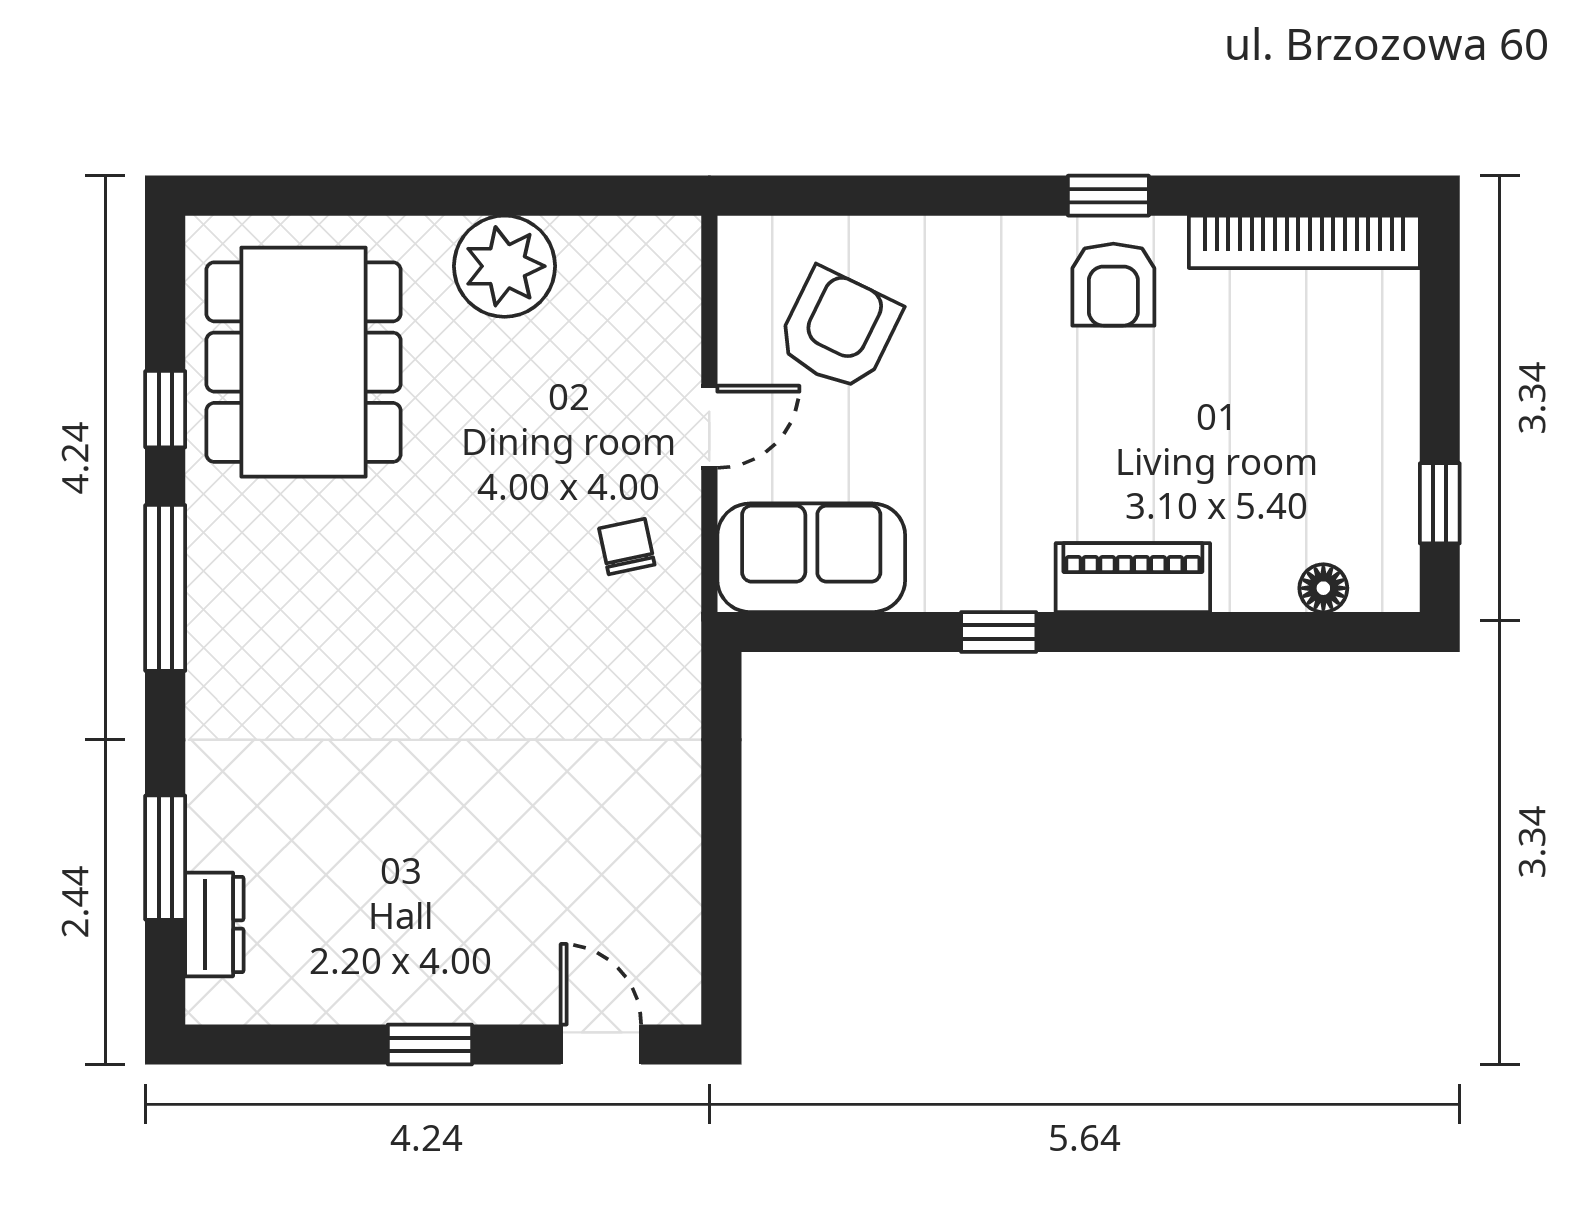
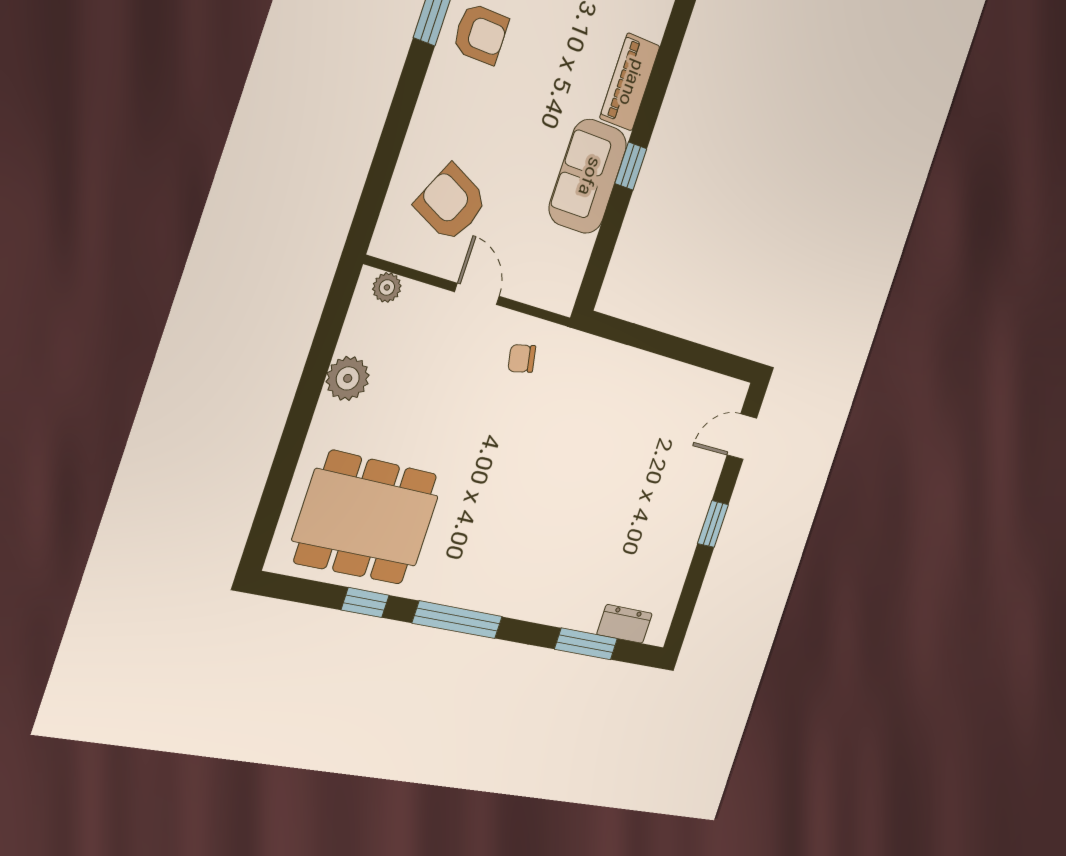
plant: (505, 266) -> (348, 378), width x0.73, depth x0.73
plant: (677, 268) -> (387, 287), added
sofa: (811, 558) -> (588, 176), moved

